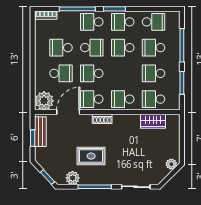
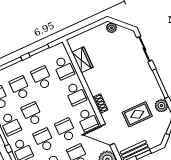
school desk: (123, 48) -> (32, 114), turned 180
school desk: (154, 48) -> (20, 88), turned 180
school desk: (92, 73) -> (66, 130), turned 180
school desk: (154, 73) -> (42, 78), turned 180
rug: (91, 156) -> (137, 114), moved, turned 90

